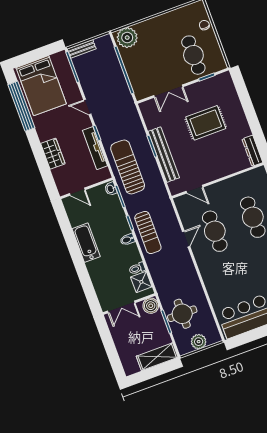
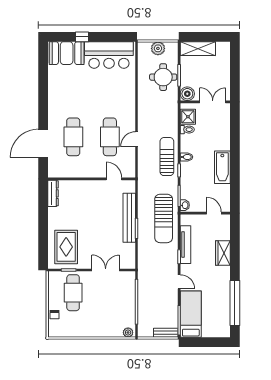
plant: (127, 38) -> (128, 332), width x0.53, depth x0.53
bed: (41, 86) -> (191, 314), moved, width x0.67
rug: (206, 123) -> (66, 247), moved, turned 90

